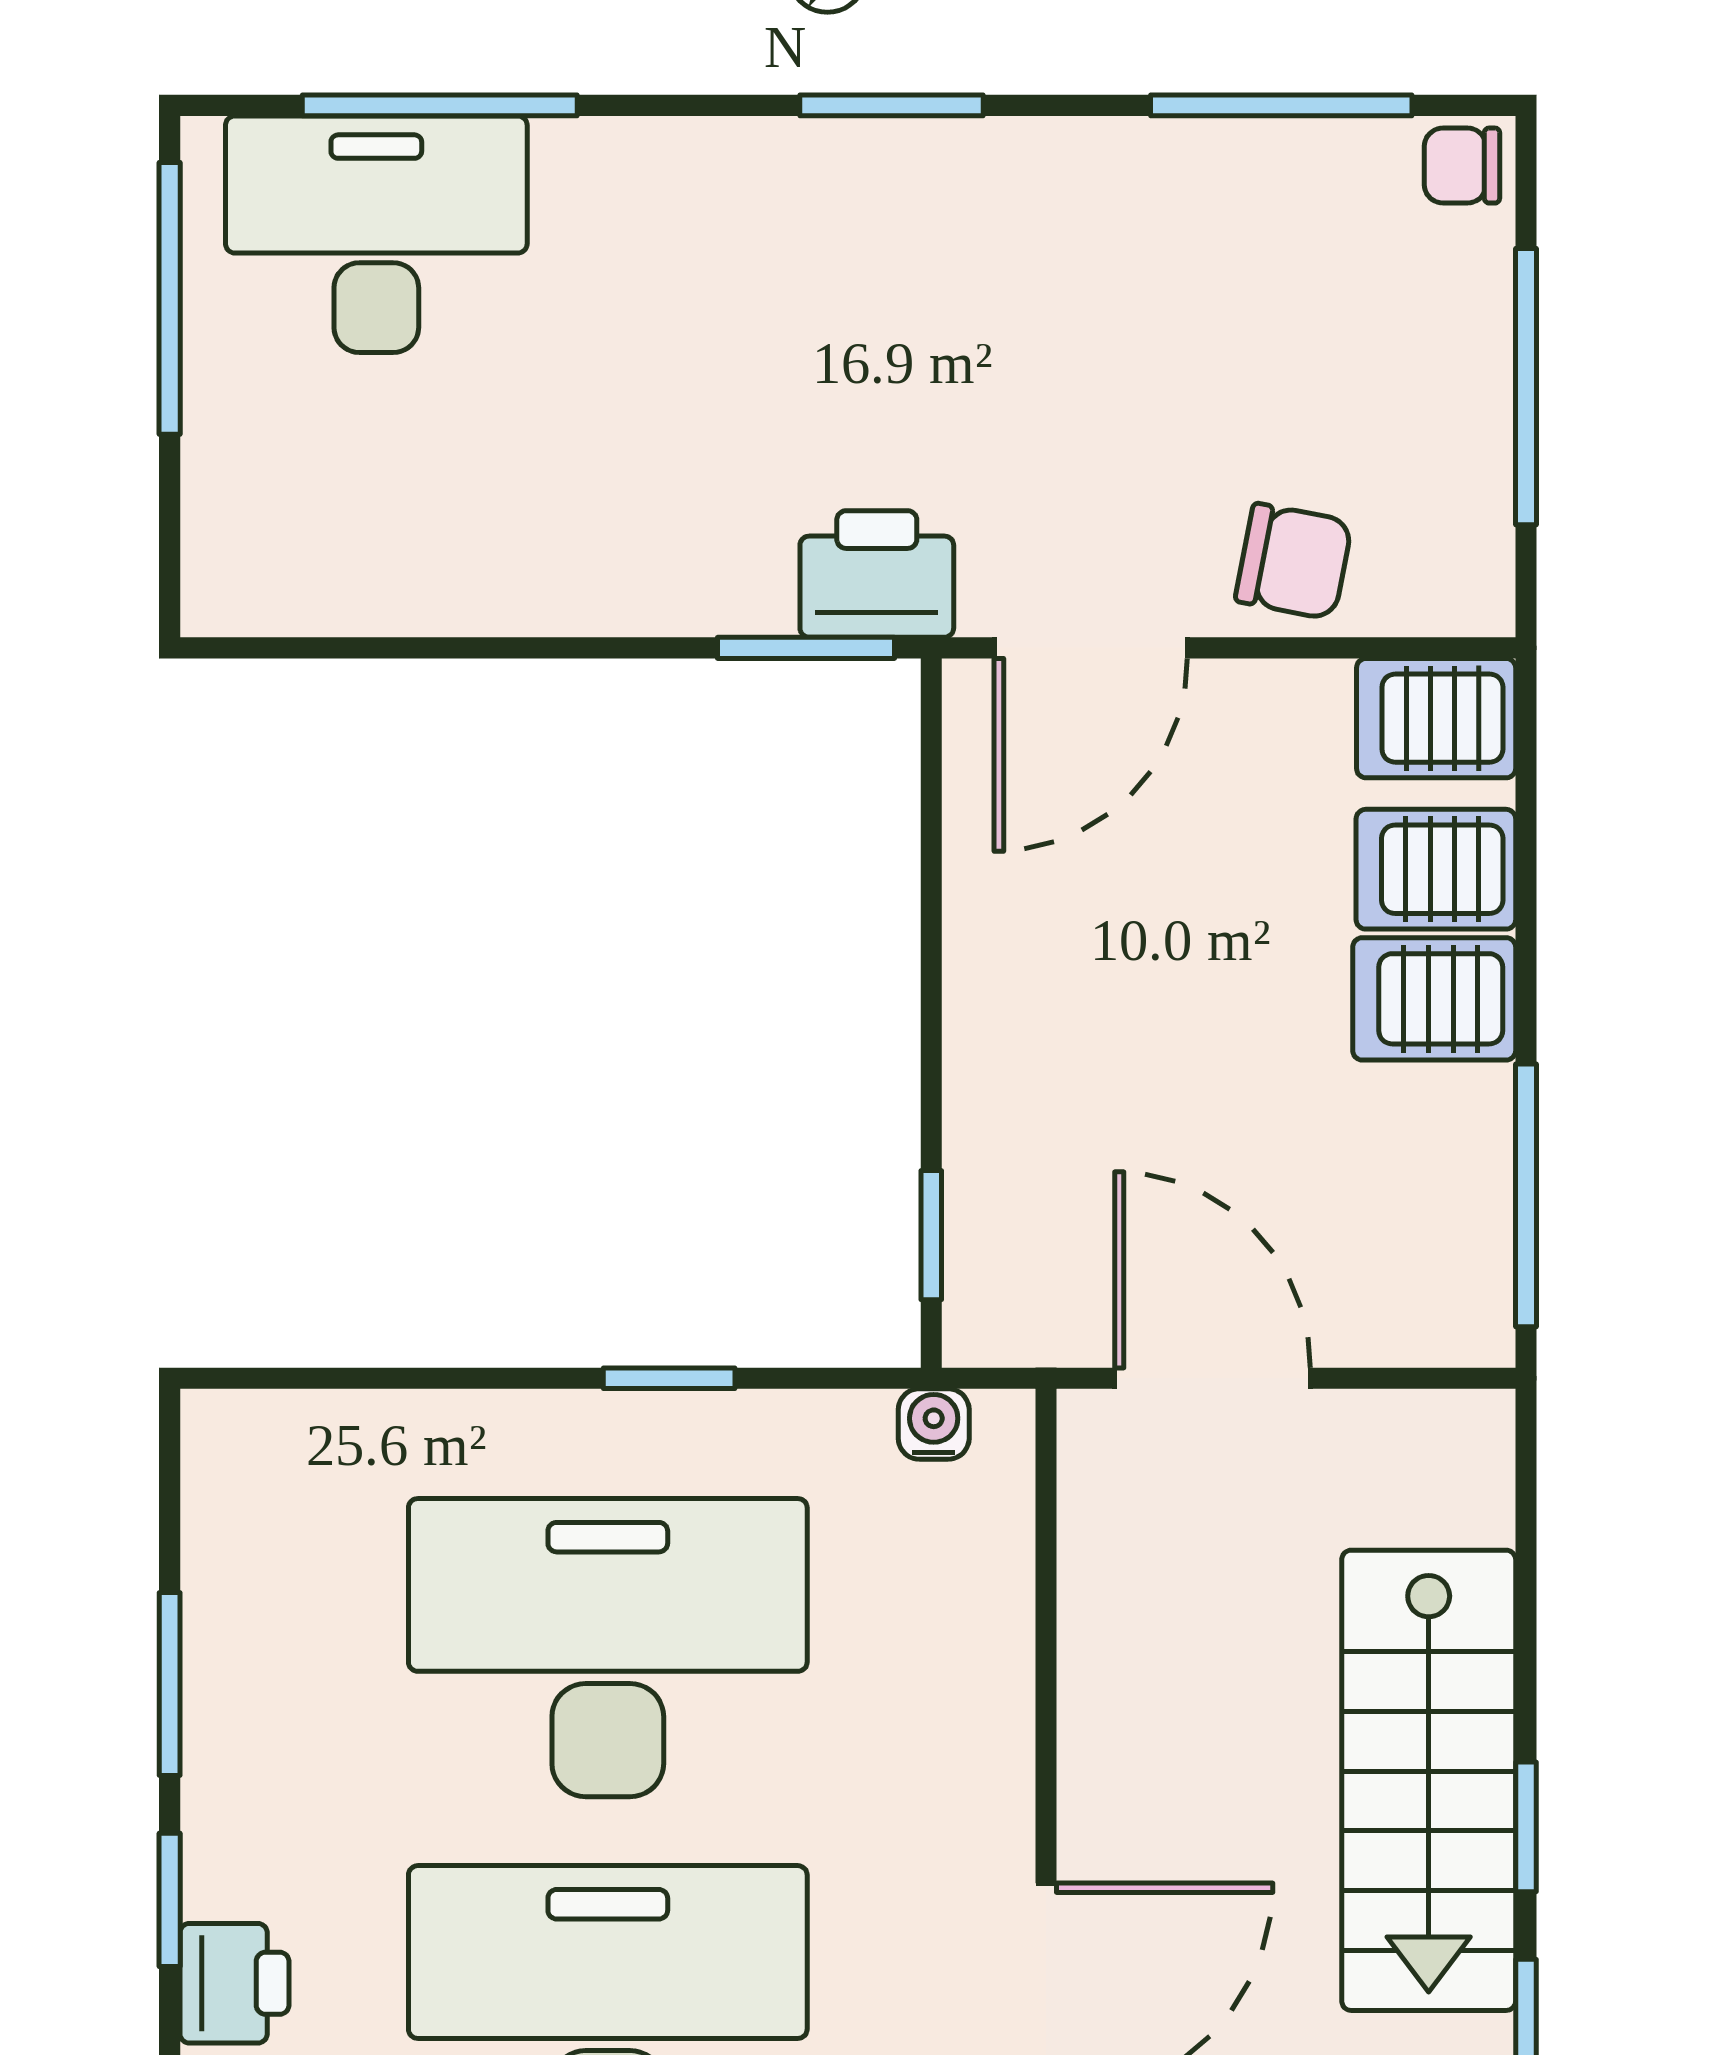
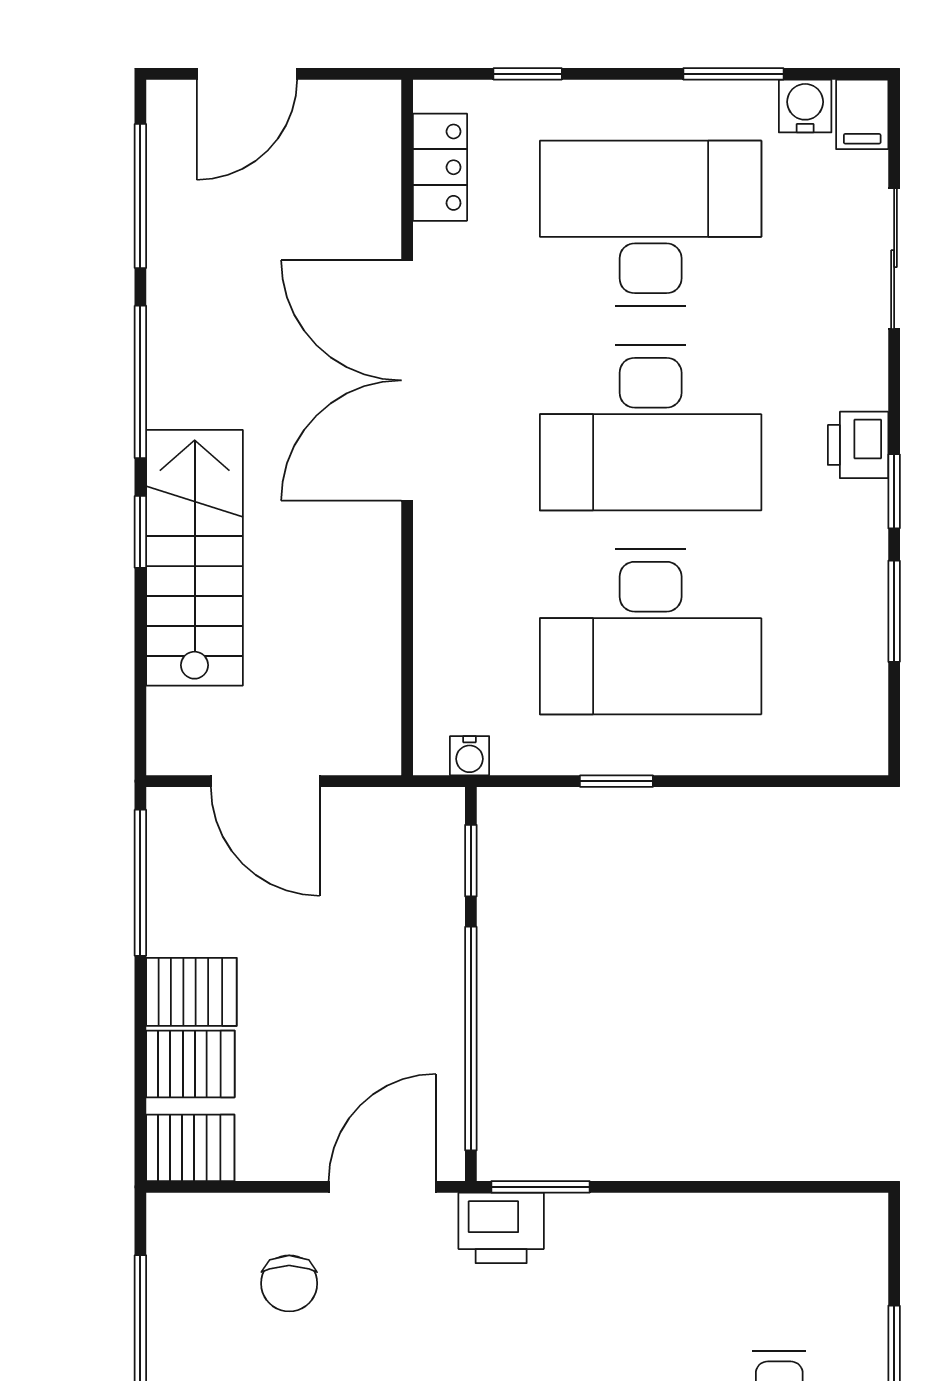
chair: (1294, 561) -> (289, 1283), moved, turned -101
window: (931, 915) -> (471, 1039), added
door: (1212, 1378) -> (265, 781), moved

